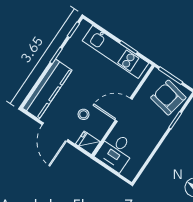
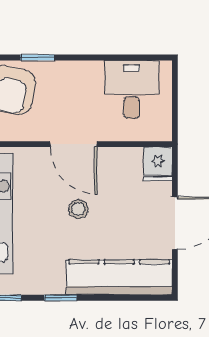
stool: (83, 114) -> (78, 209), moved
desk: (116, 151) -> (132, 90), moved, turned -90

